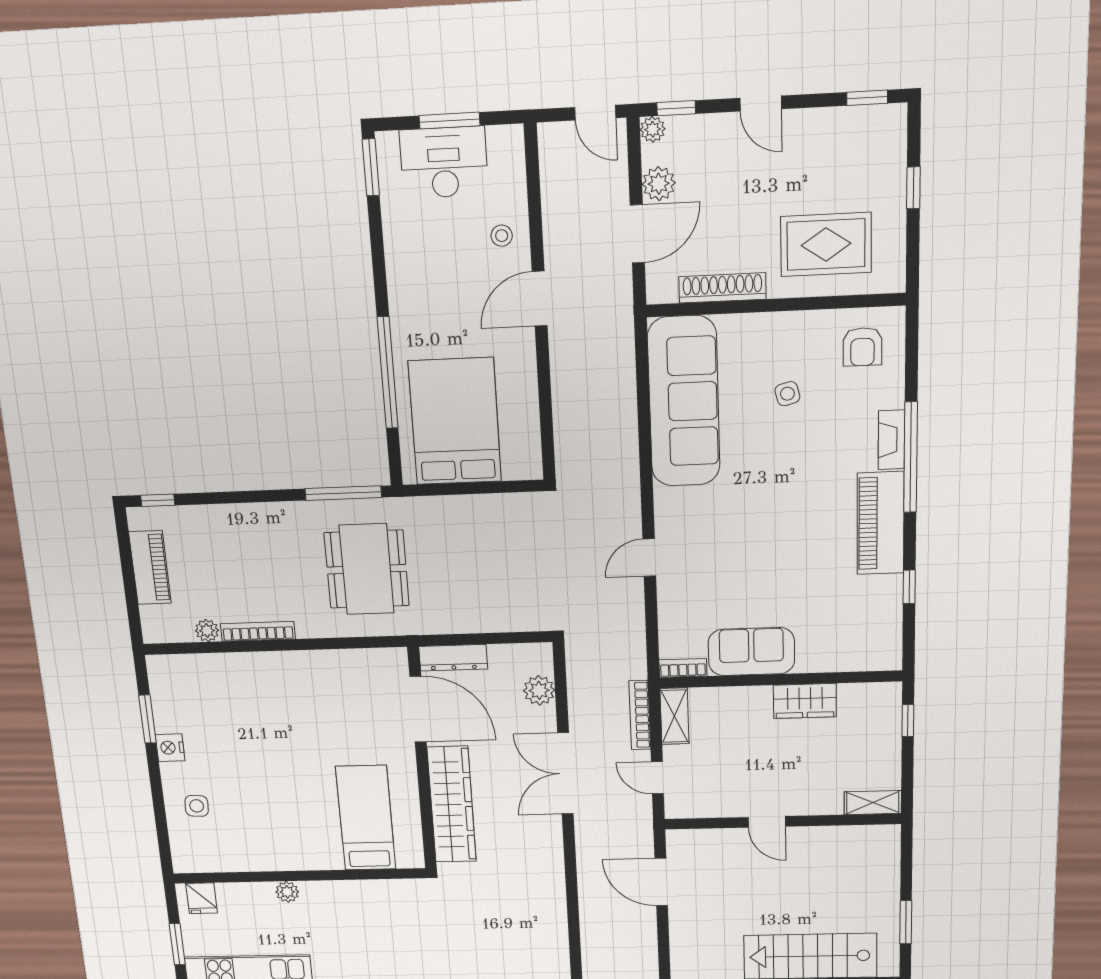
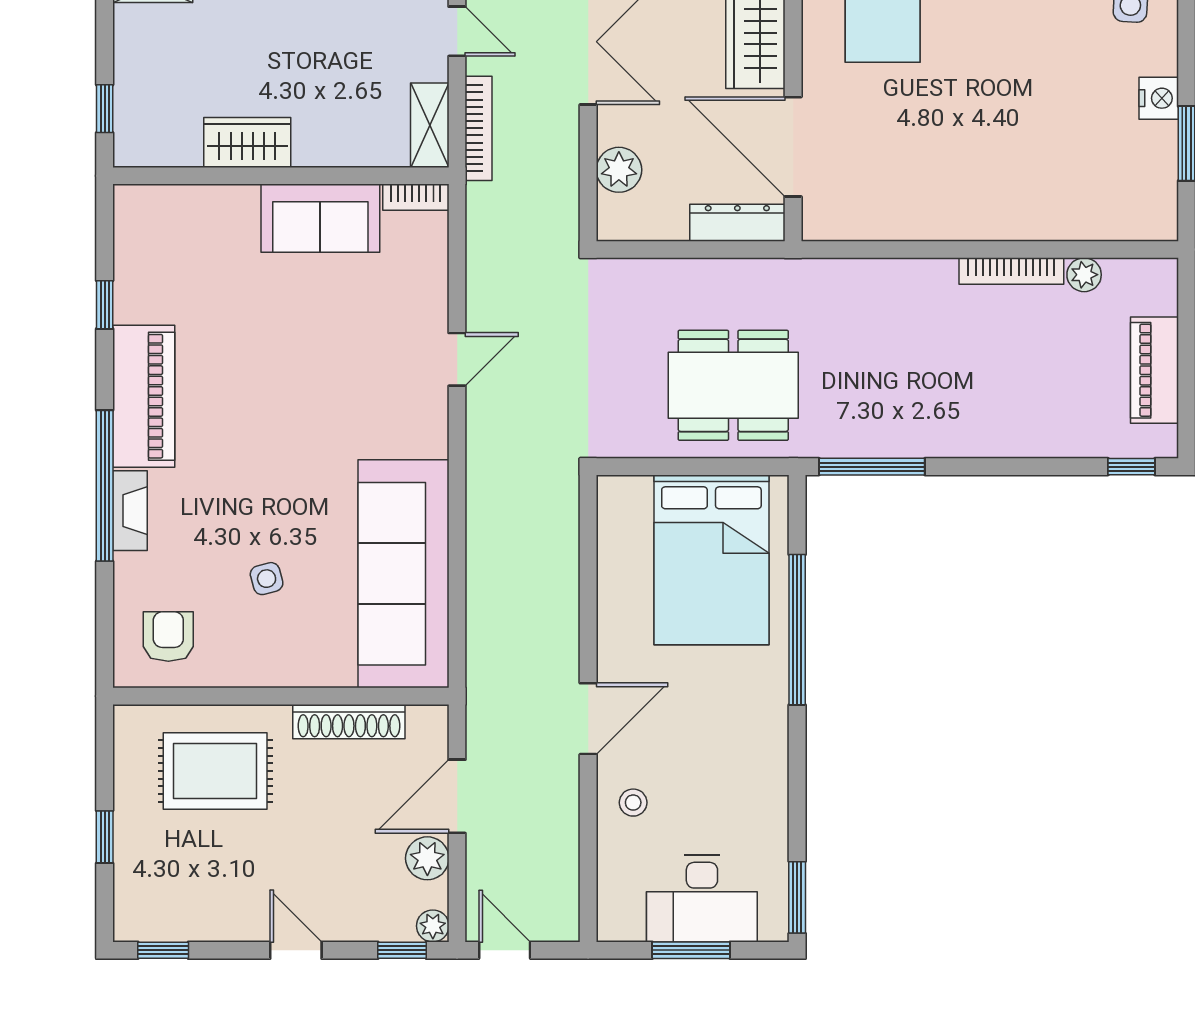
dining table: (367, 569) -> (733, 385), moved, turned 90

